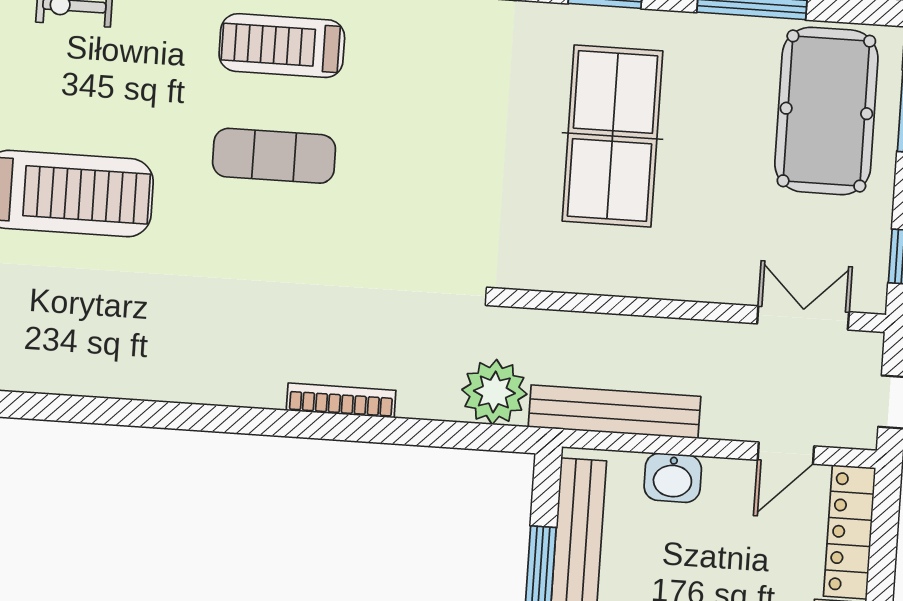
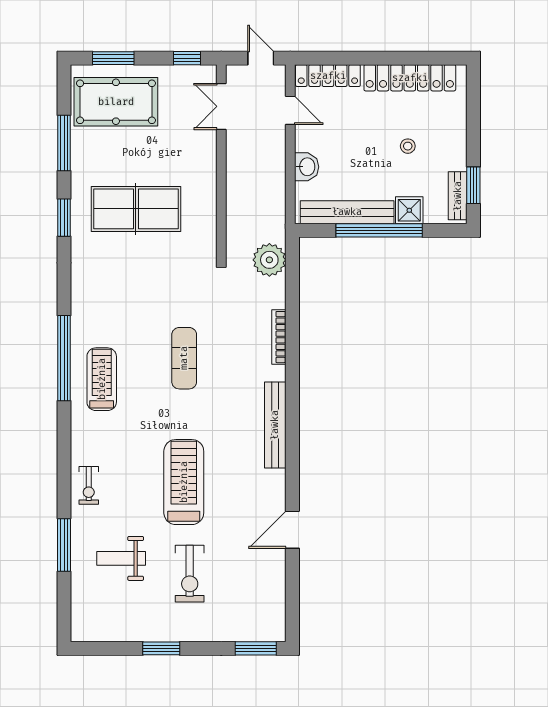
treadmill: (282, 46) -> (102, 379), turned 180
exercise mat: (274, 156) -> (184, 358), moved
bench: (615, 412) -> (275, 425), moved

